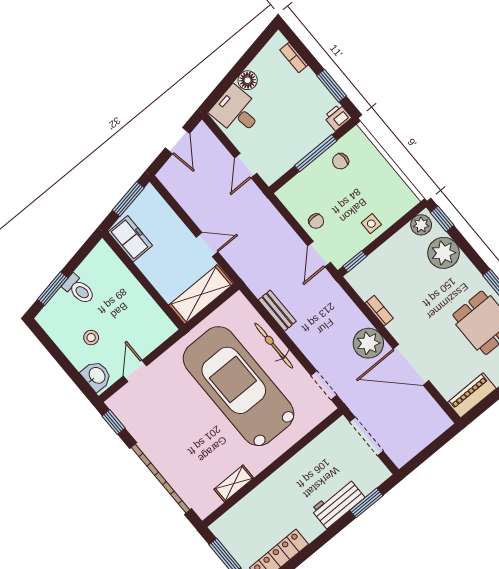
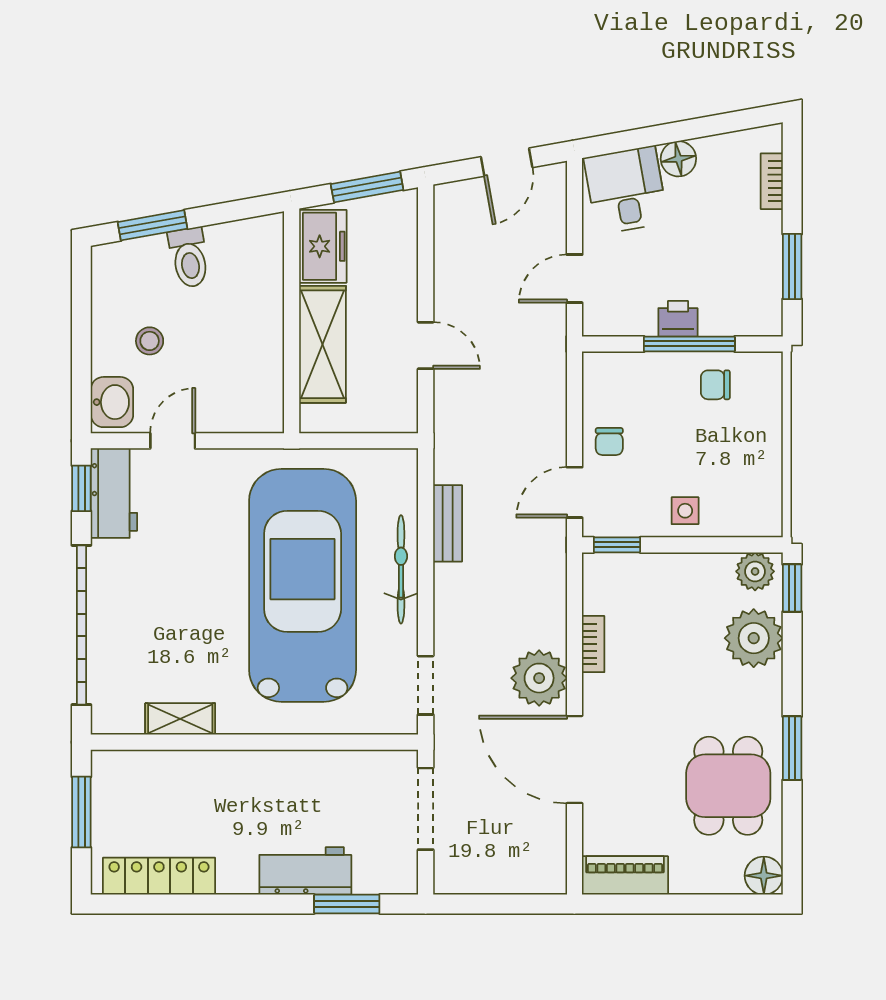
printer: (338, 117) -> (678, 319), moved
shelving: (201, 295) -> (323, 344), moved, turned 90
workbench: (129, 413) -> (114, 493), added

